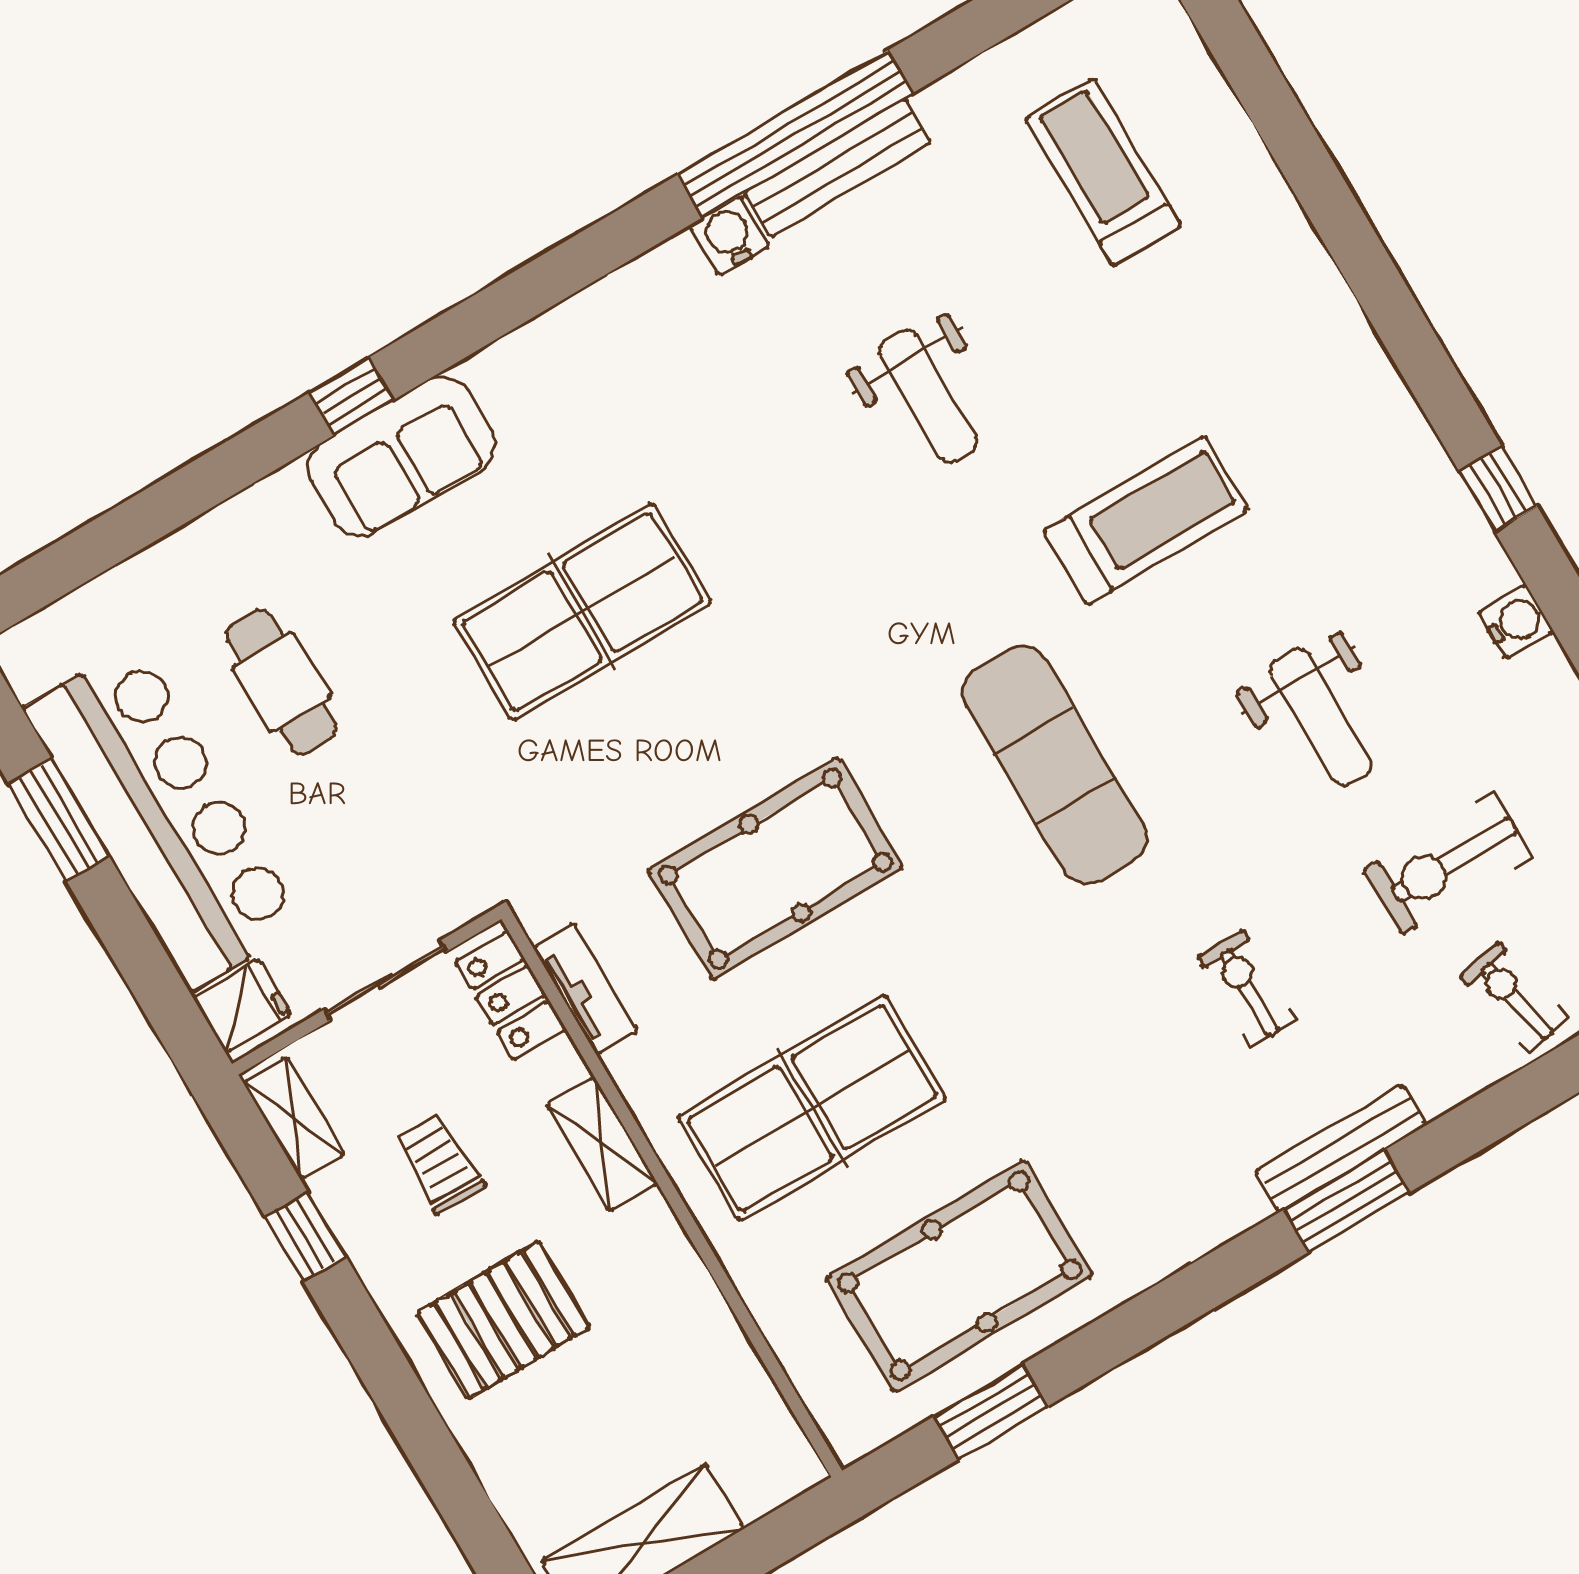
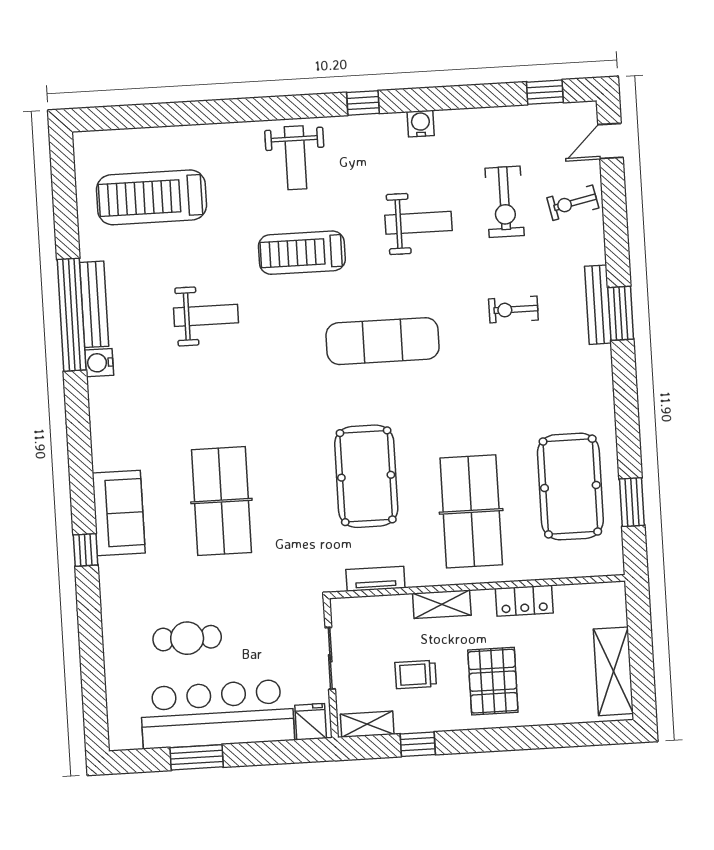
treadmill: (1103, 172) -> (151, 197), width x1.37, depth x1.38
weight bench: (1324, 413) -> (295, 158), added
sofa: (401, 456) -> (119, 513), moved
treadmill: (1146, 520) -> (302, 253), turned -90
locker: (511, 995) -> (524, 601), moved

